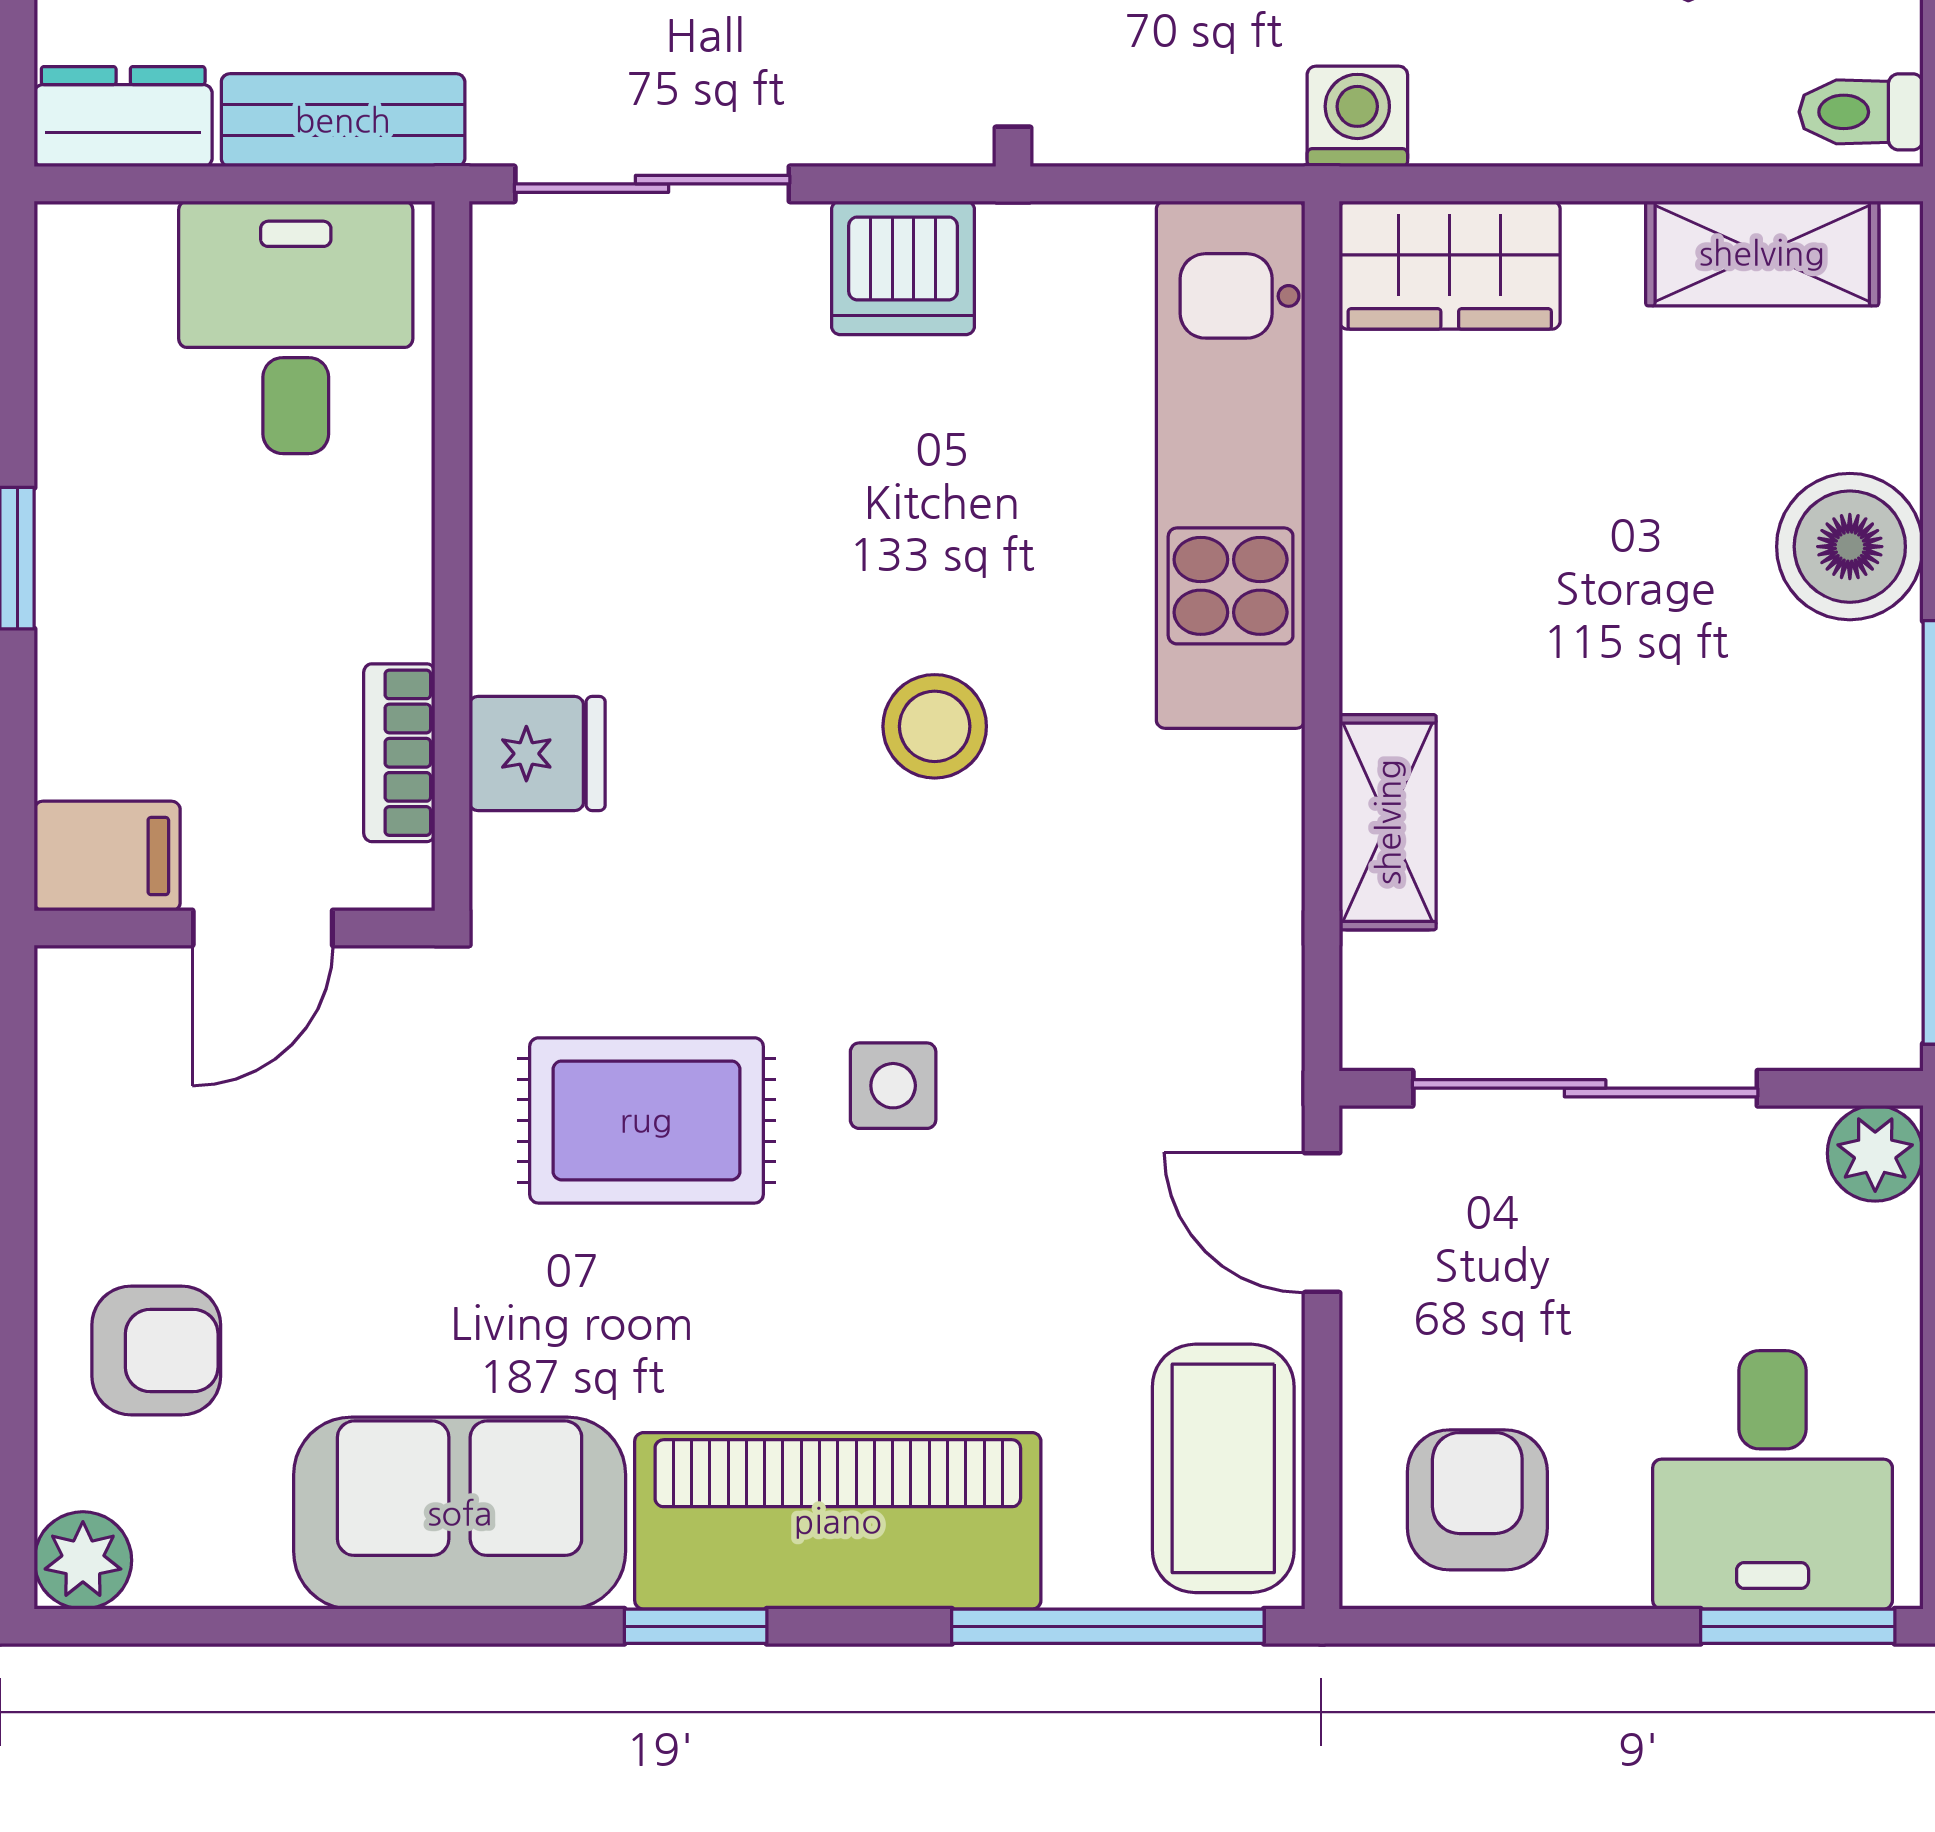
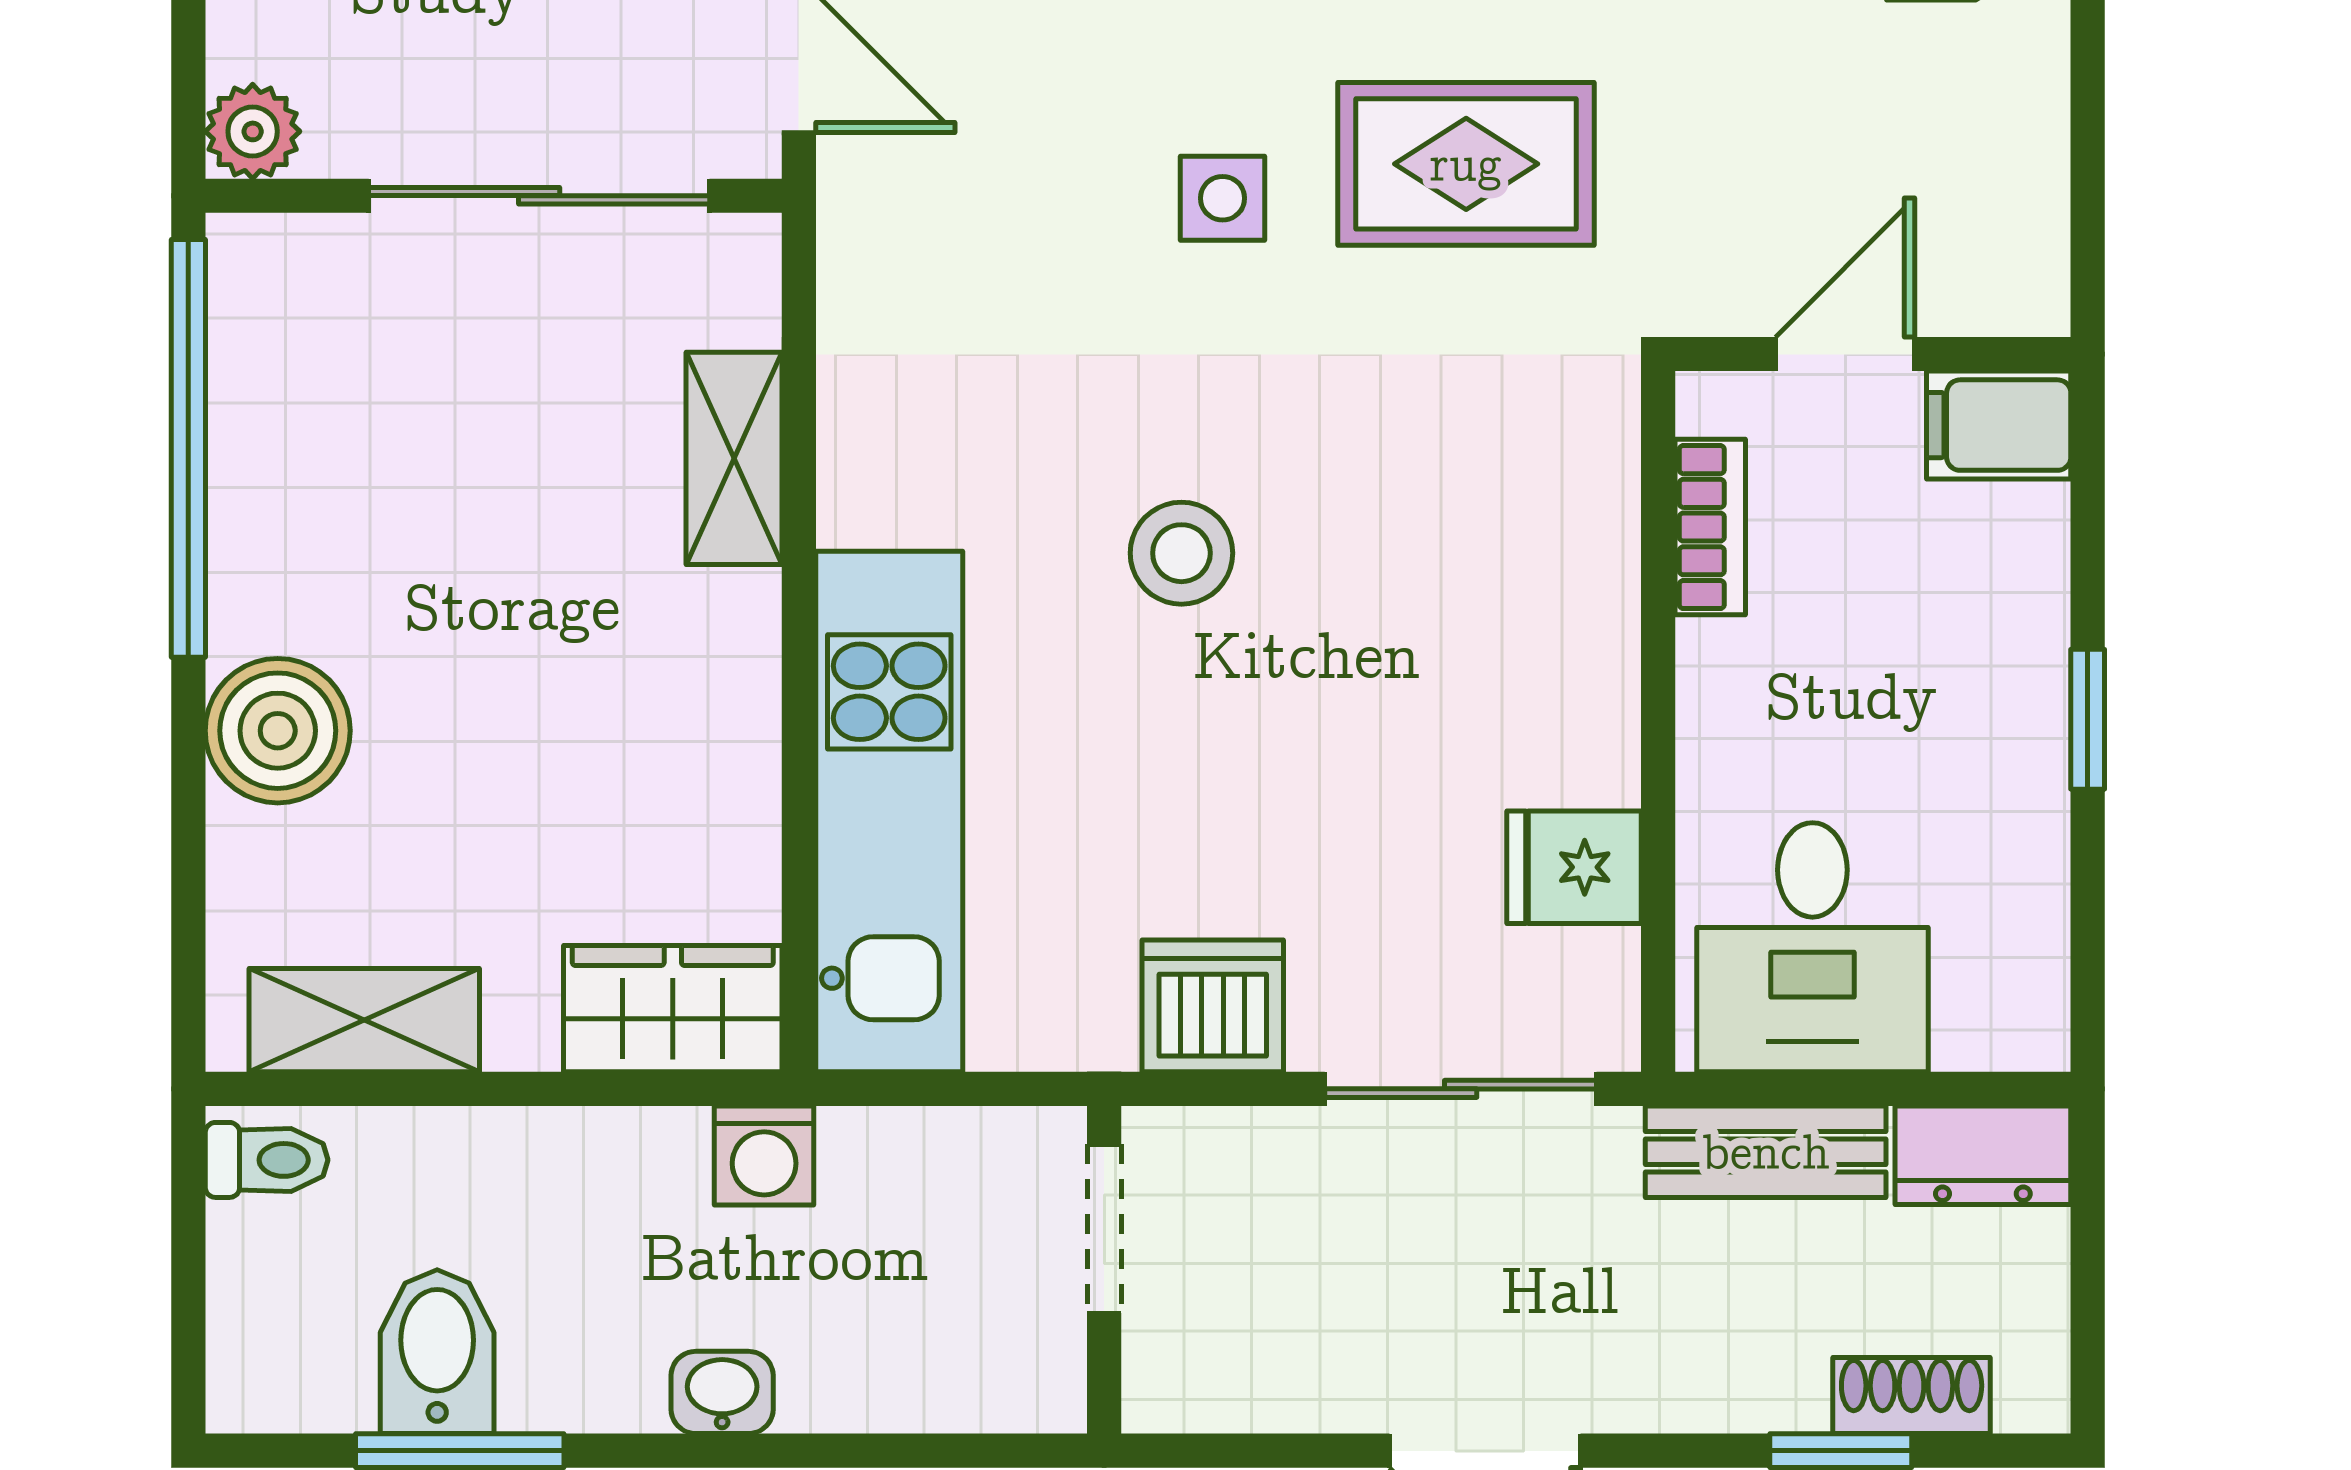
fridge: (537, 754) -> (1574, 867), moved

